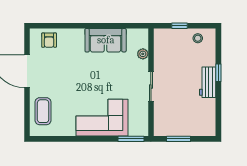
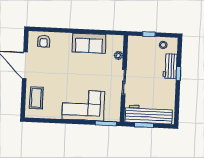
workbench: (208, 82) -> (170, 66), moved
workbench: (184, 126) -> (149, 115), added

